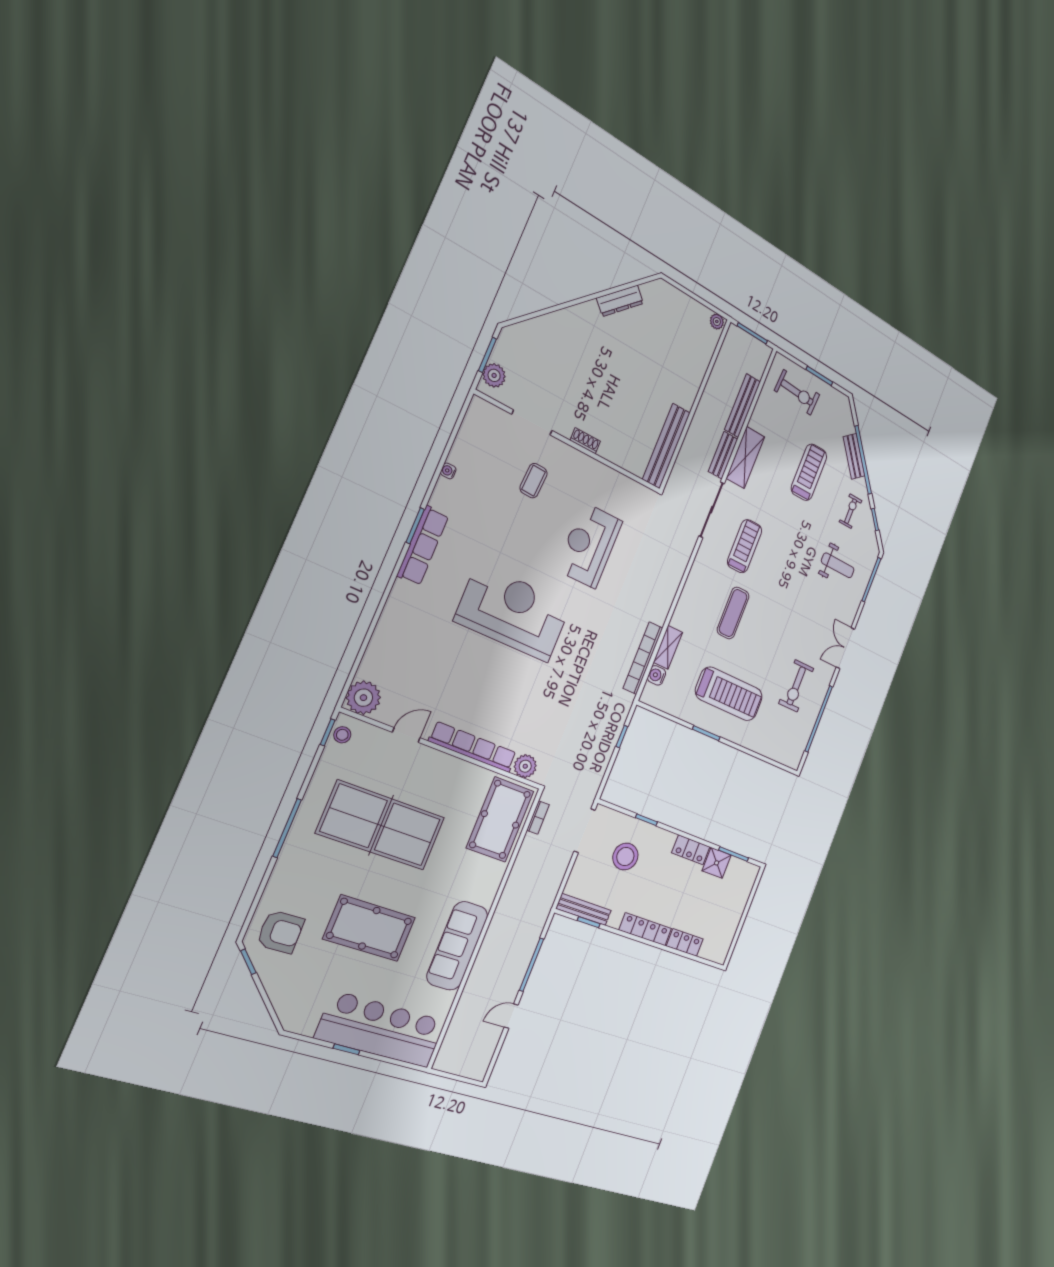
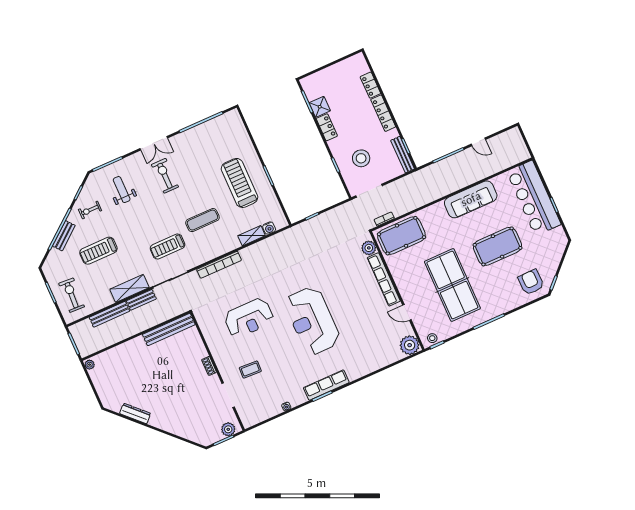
bookcase: (643, 658) -> (219, 265), moved
exercise bike: (796, 686) -> (165, 176), moved, turned -90
pool table: (369, 928) -> (498, 246), turned 90

